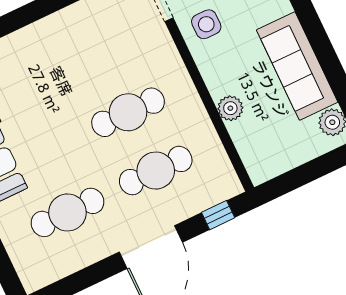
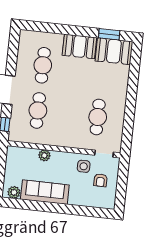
cafe table: (128, 112) -> (98, 117), moved

